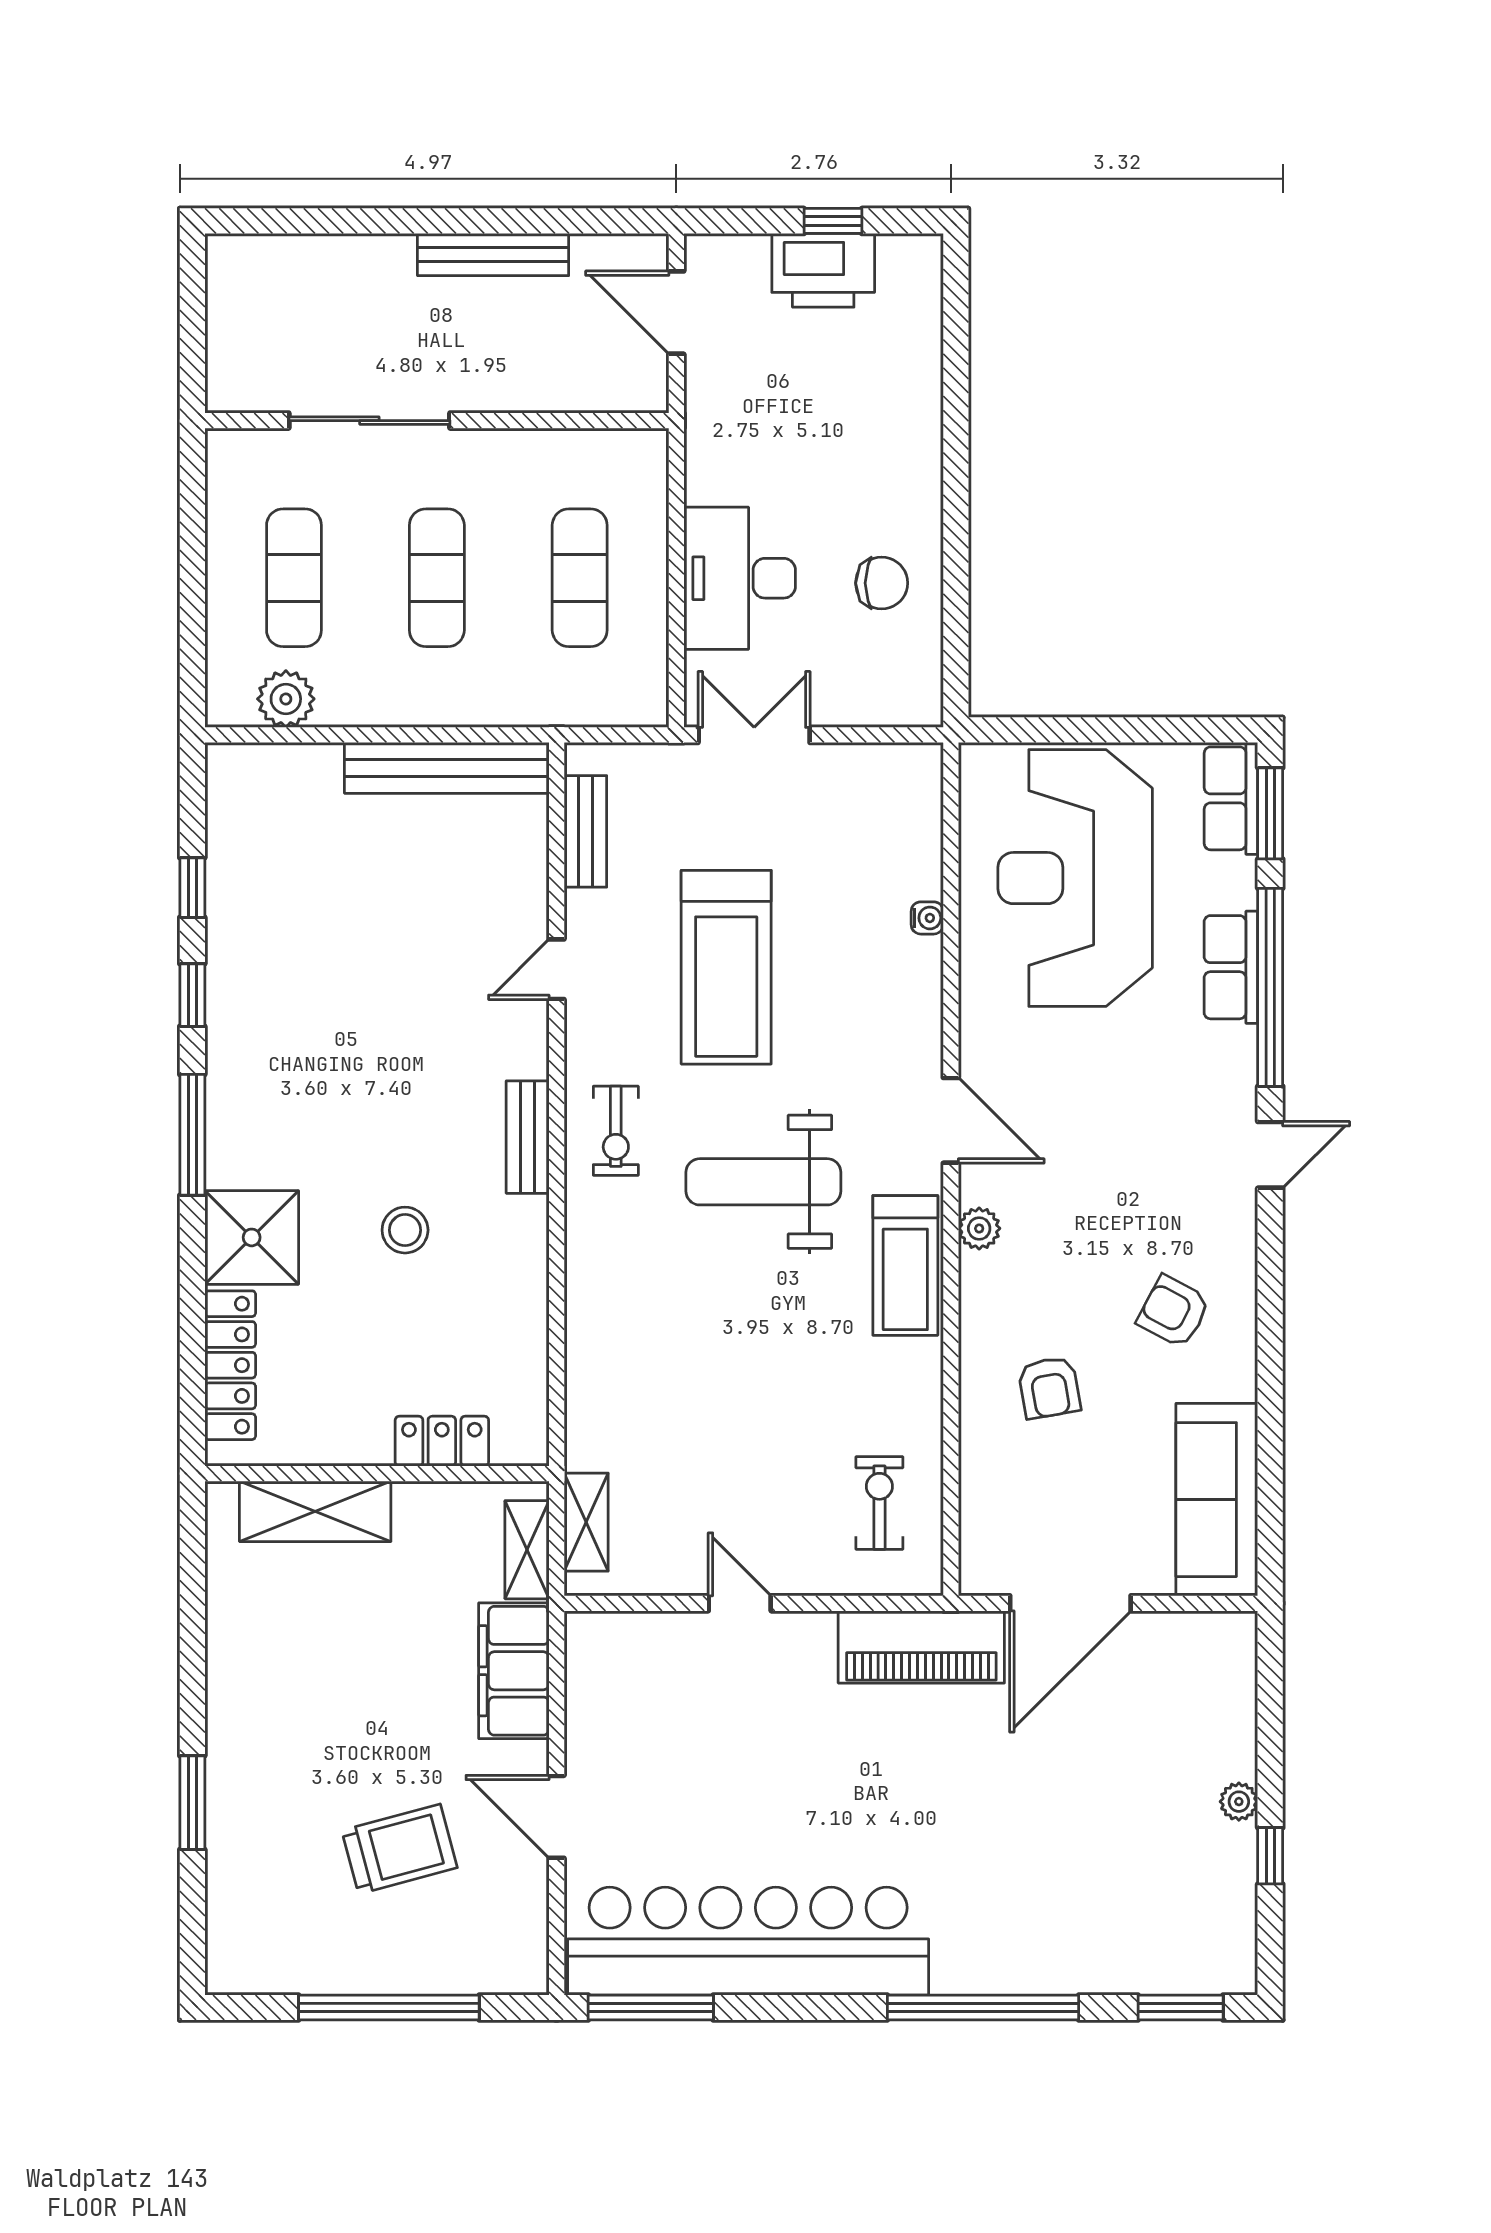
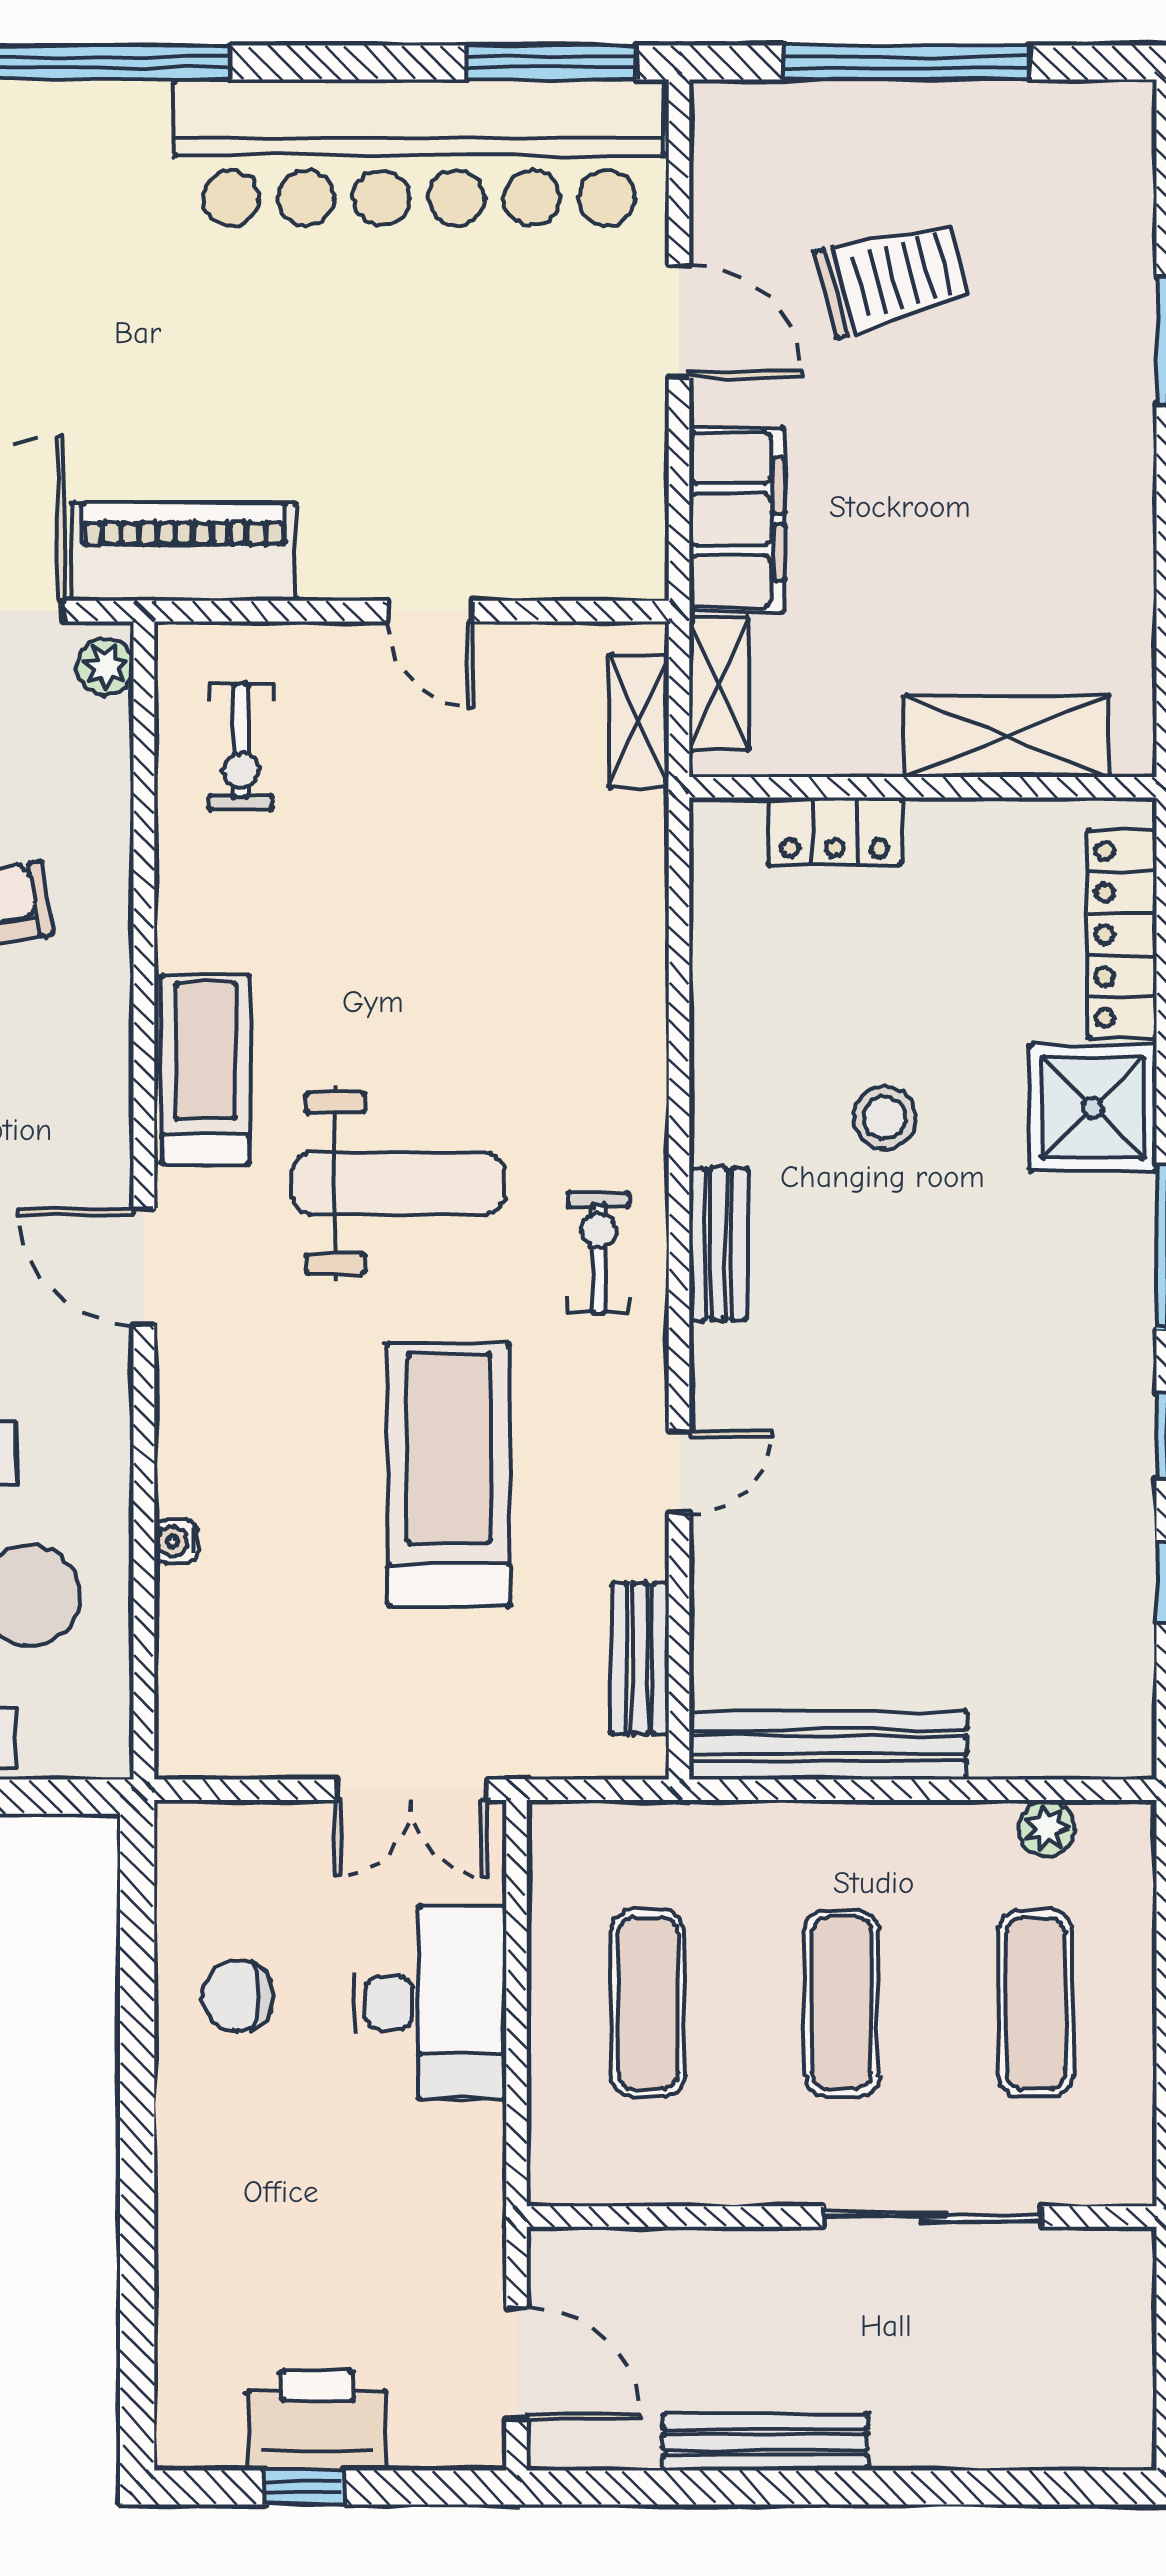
plant: (286, 699) -> (1047, 1828), width x0.73, depth x0.73
plant: (979, 1228) -> (105, 667), moved
trolley: (399, 1849) -> (892, 278), turned 180

